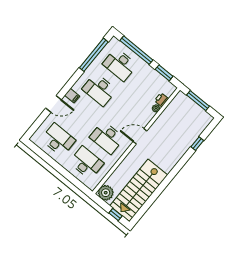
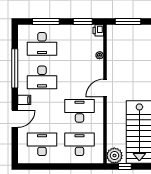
window: (136, 50) -> (46, 22), width x0.68
window: (94, 55) -> (15, 68), moved
printer: (161, 100) -> (98, 30), moved
desk: (107, 138) -> (79, 111), turned 180
window: (116, 215) -> (125, 167), moved

